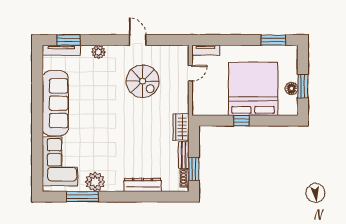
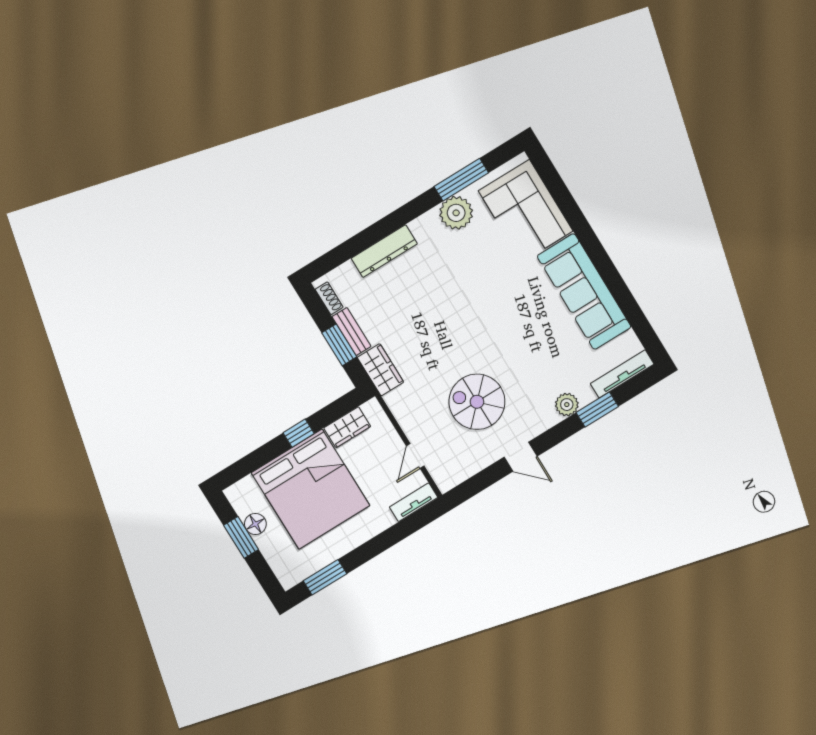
window: (68, 40) -> (597, 410), moved
wardrobe: (215, 109) -> (347, 427), added
window: (194, 169) -> (339, 345), moved

